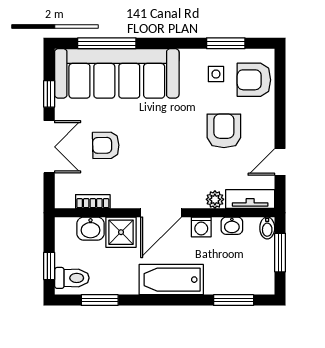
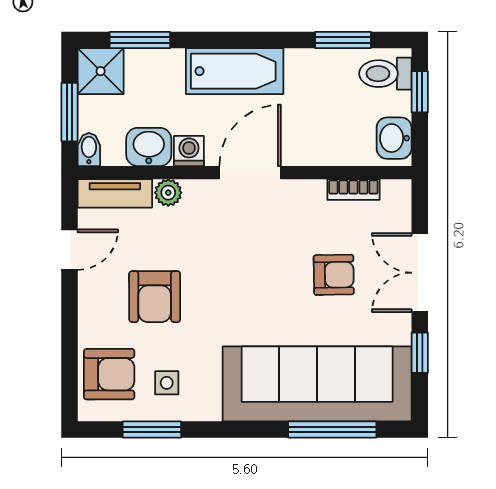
washbasin: (232, 226) -> (149, 147), width x1.38, depth x1.45
washbasin: (91, 229) -> (394, 138), moved, turned -90
shower: (121, 232) -> (101, 71), moved

